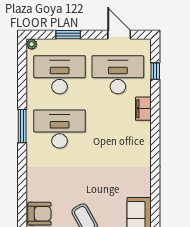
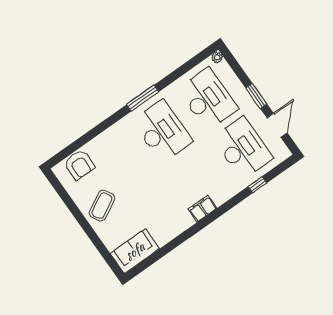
window: (68, 35) -> (256, 96), moved
window: (155, 71) -> (257, 185), moved
filing cabinet: (143, 109) -> (202, 209), moved

